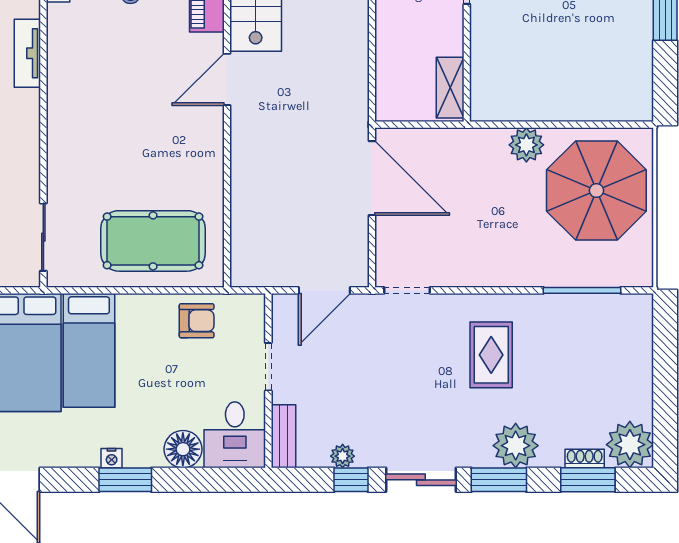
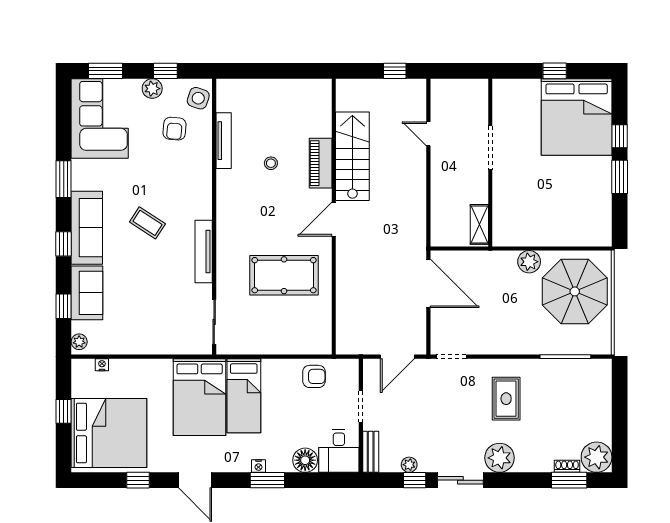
tv unit: (27, 53) -> (204, 252), moved, width x1.41
pool table: (153, 241) -> (284, 275), moved
plant: (516, 446) -> (499, 458), moved
window: (499, 480) -> (511, 480), removed

